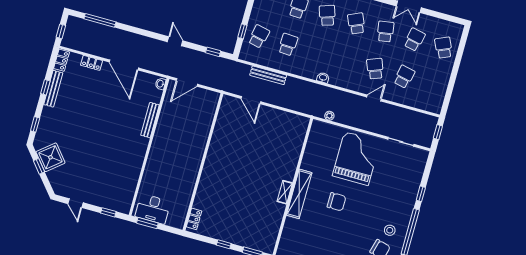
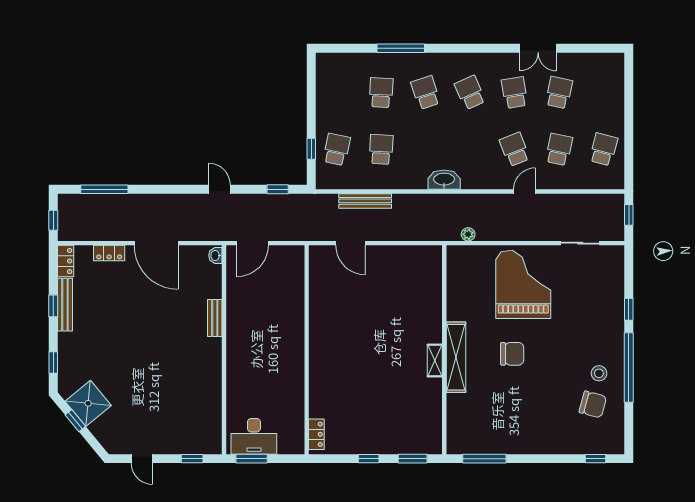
school desk: (443, 48) -> (603, 149), moved, turned 39
washbasin: (323, 78) -> (444, 180), width x1.91, depth x1.45
bench: (150, 120) -> (215, 318), width x0.73

